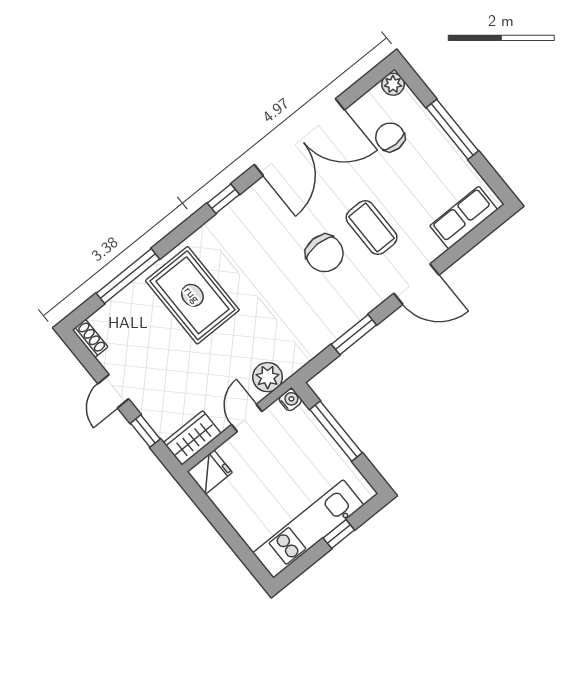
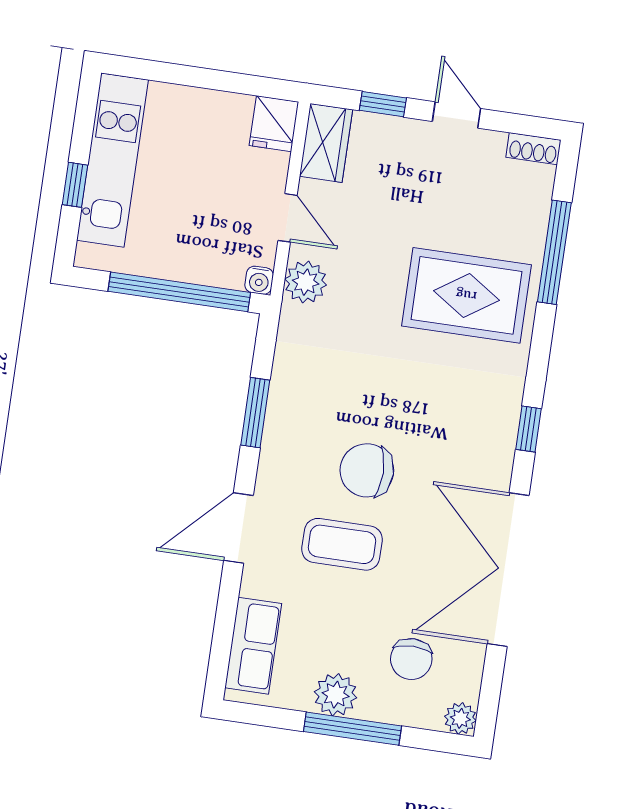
chair: (390, 137) -> (411, 659), turned 90
plant: (445, 154) -> (336, 695), added
window: (336, 431) -> (179, 292), width x1.46

